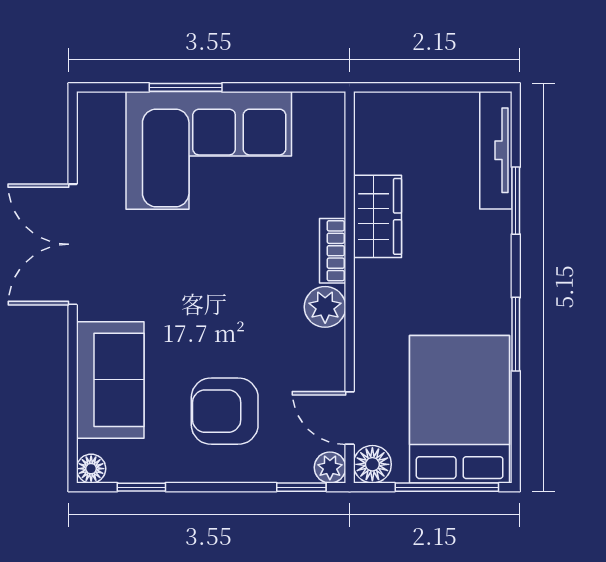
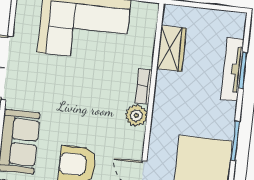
tv unit: (496, 150) -> (232, 69), moved
wardrobe: (377, 216) -> (171, 49), moved

